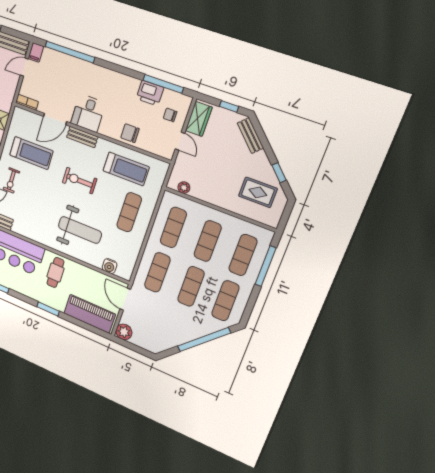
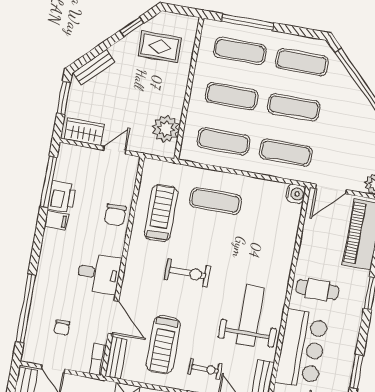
filing cabinet: (36, 52) -> (56, 220), moved
window: (229, 106) -> (64, 98), width x1.50
chair: (170, 115) -> (62, 328), moved
bench: (82, 137) -> (116, 358), moved
treadmill: (31, 153) -> (163, 345), turned 180
exercise bike: (80, 181) -> (187, 273), turned -90
plant: (184, 188) -> (166, 129), width x1.87, depth x1.87
rug: (258, 192) -> (160, 47), turned 90
weight bench: (80, 230) -> (251, 315), moved
water cooler: (110, 266) -> (296, 194), moved

